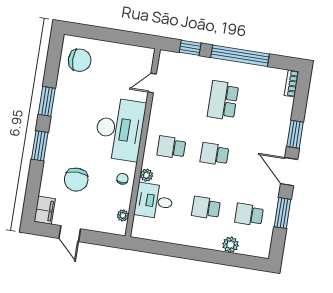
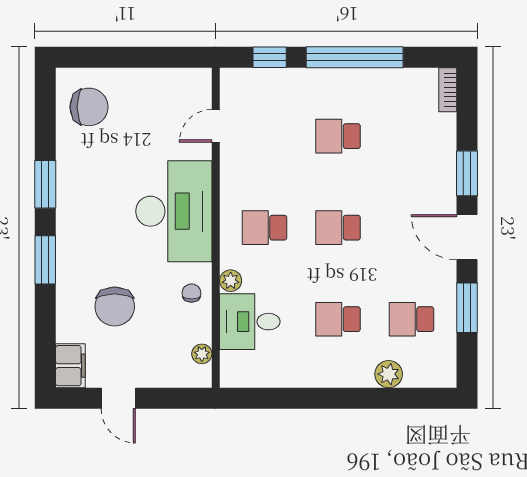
school desk: (223, 100) -> (338, 136), width x0.54

